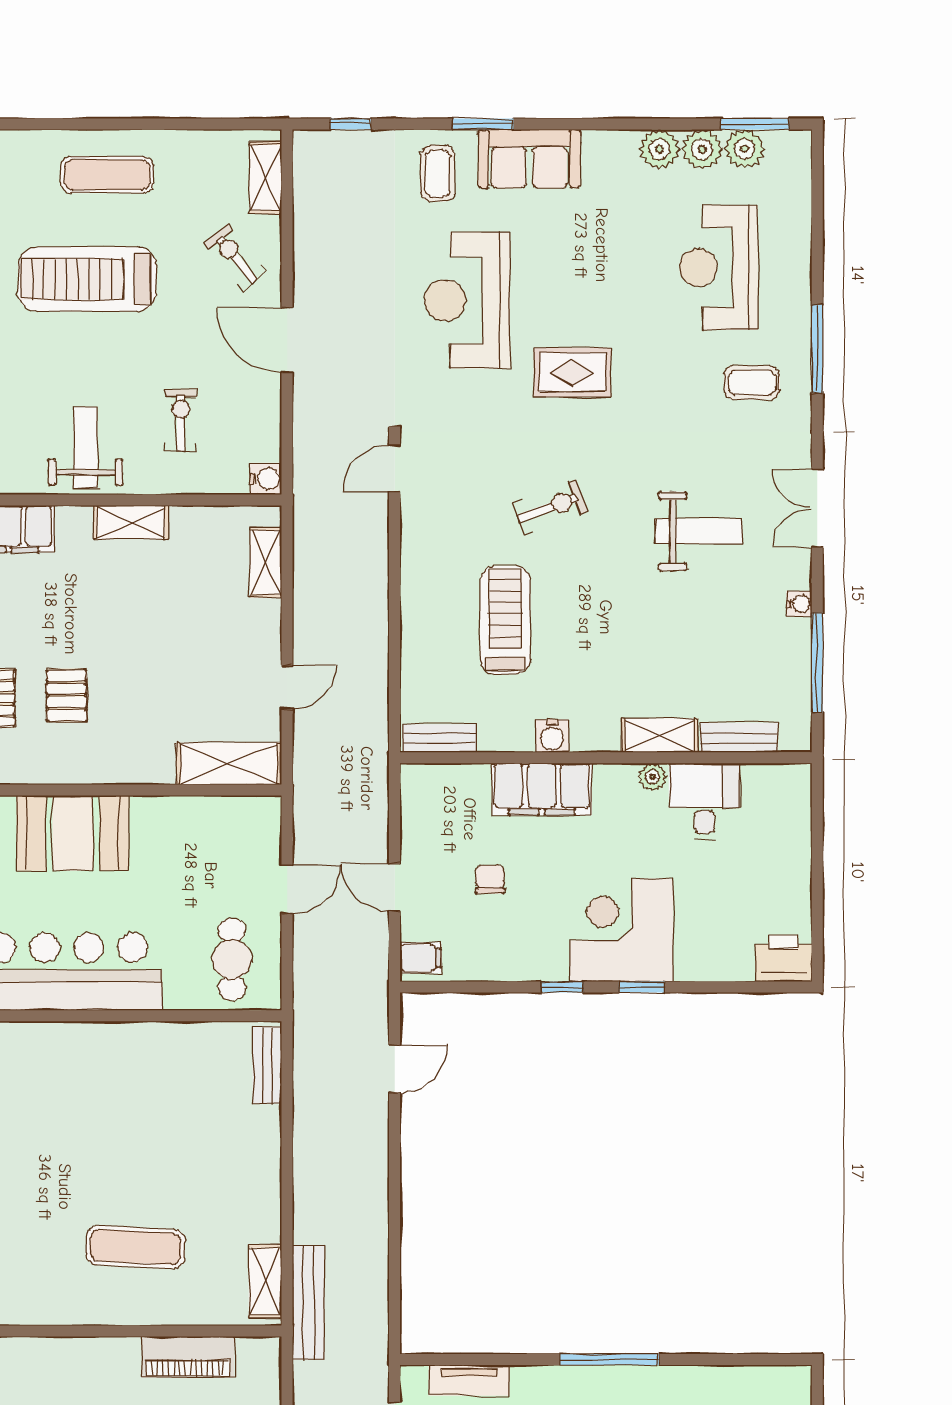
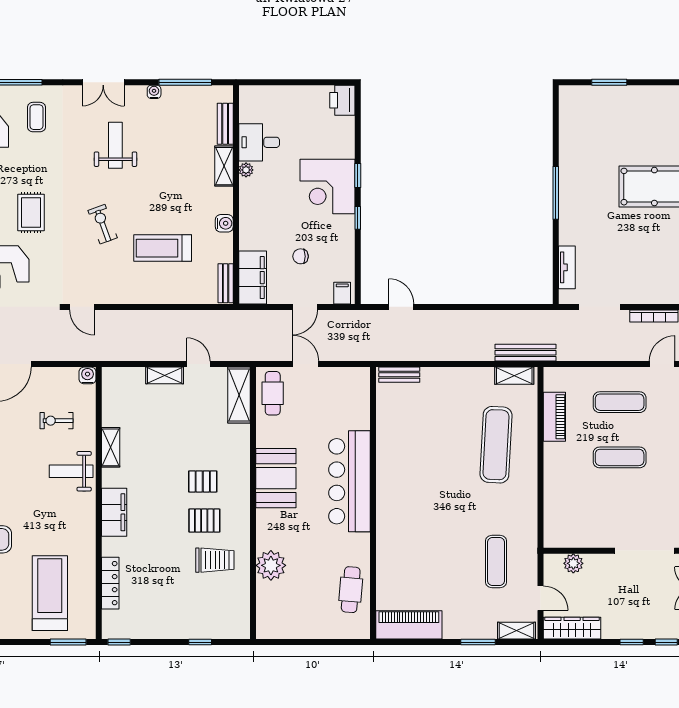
shelving: (266, 562) -> (165, 375), moved
filing cabinet: (542, 789) -> (253, 278), moved
cafe table: (232, 959) -> (273, 393), moved, turned 90
exercise mat: (135, 1247) -> (496, 445), width x1.36, depth x1.45

